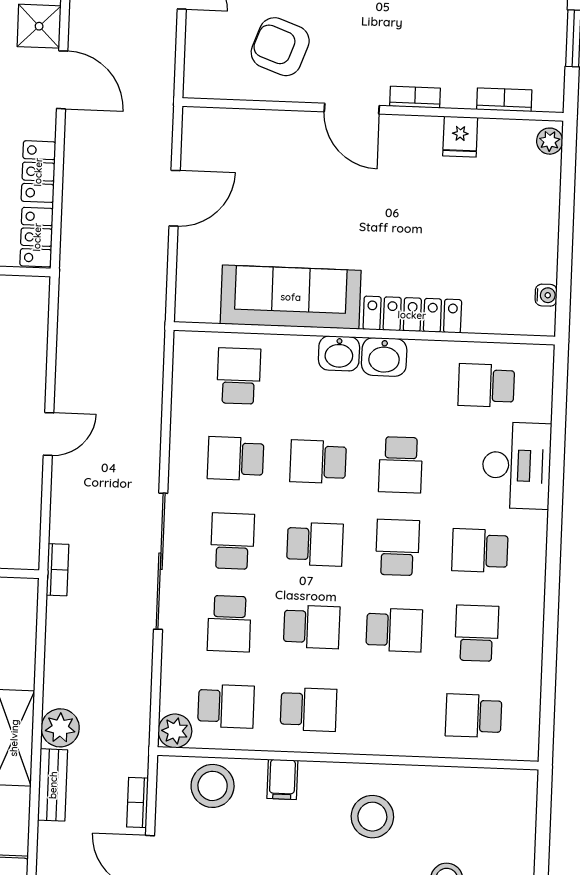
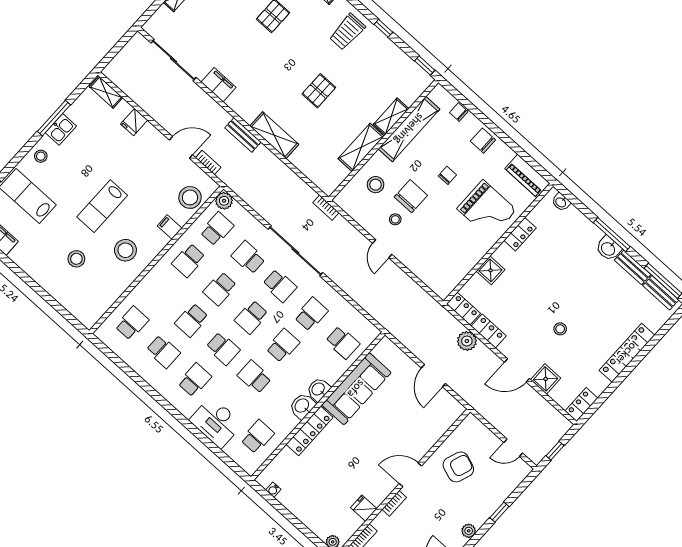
school desk: (226, 706) -> (217, 229), turned 180
plant: (60, 728) -> (467, 341), moved

